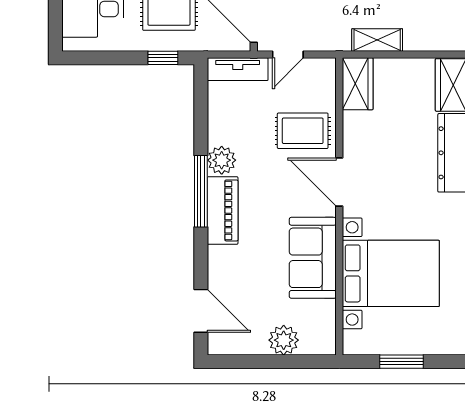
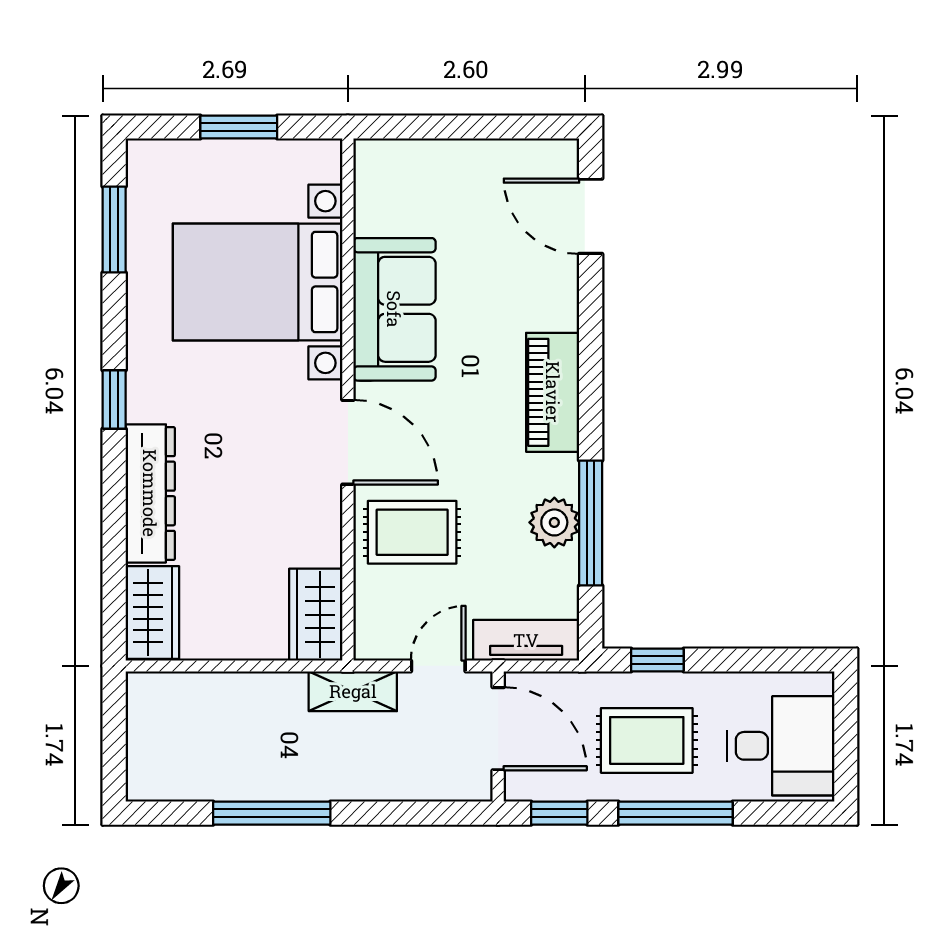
shelving: (377, 40) -> (353, 691), moved
plant: (222, 160) -> (554, 522), moved
window: (201, 191) -> (591, 523), moved
plant: (284, 340) -> (445, 165), removed

